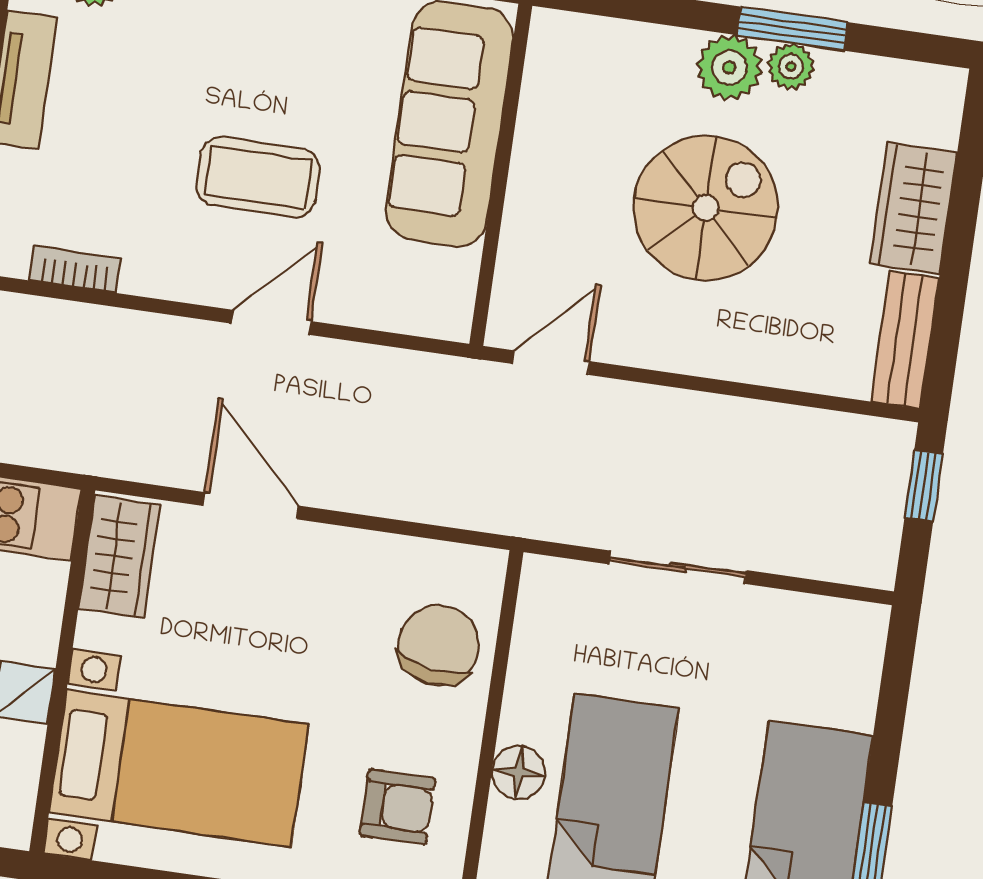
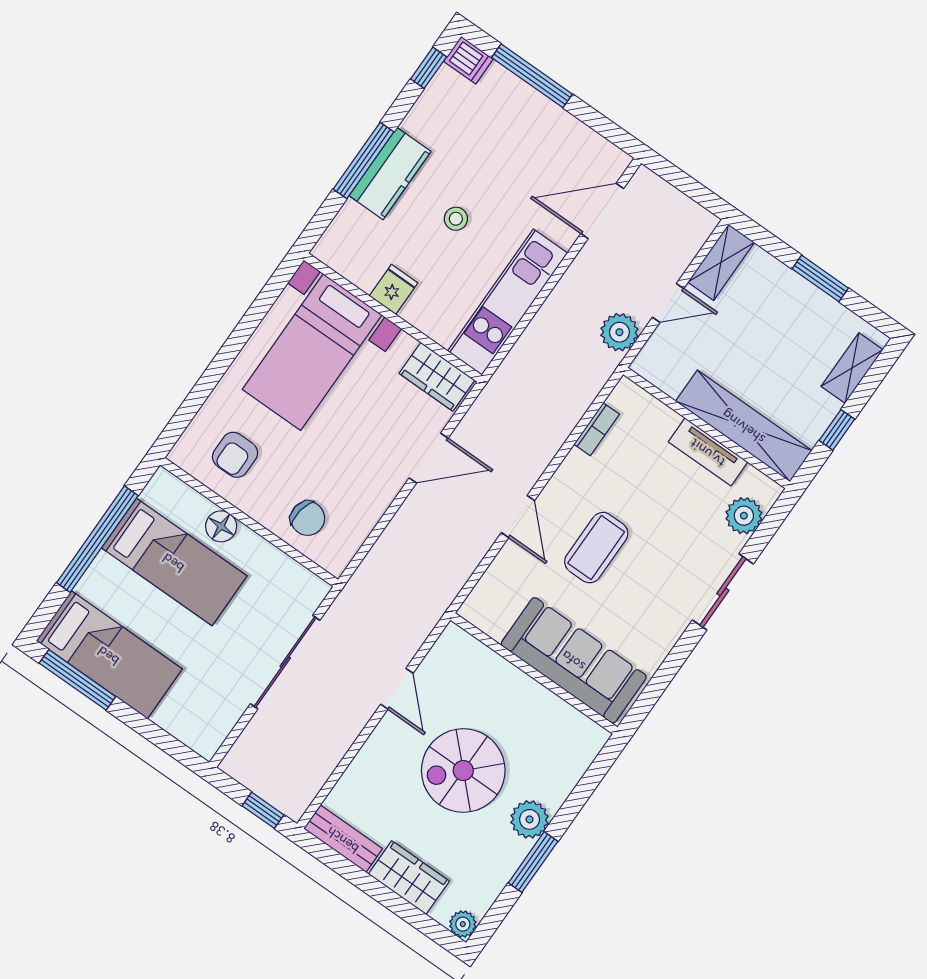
plant: (791, 67) -> (463, 924), moved
spiral stairs: (706, 208) -> (463, 771), turned 90
door: (551, 363) -> (397, 689), moved
sliding door: (678, 567) -> (285, 662), width x1.37
chair: (439, 645) -> (308, 518), width x0.73, depth x0.73

